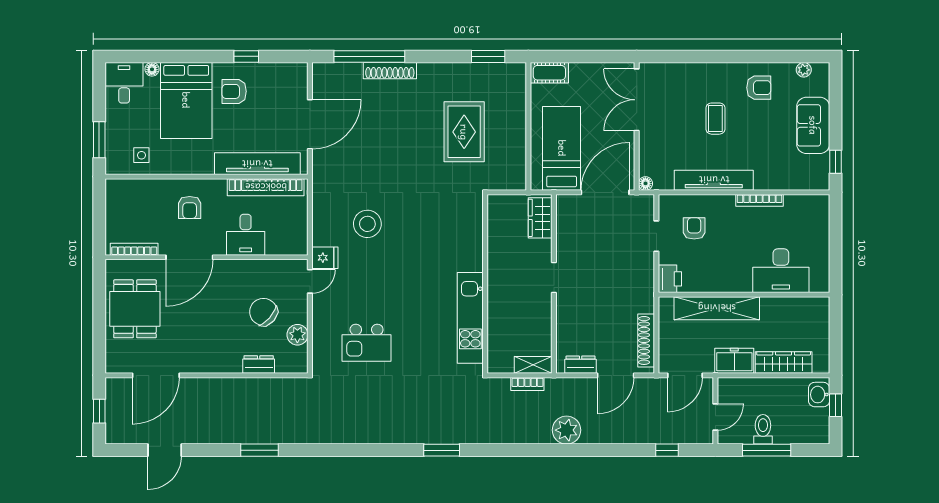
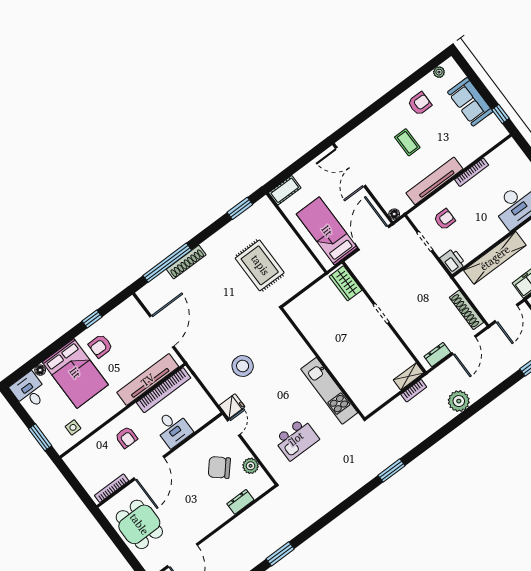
armchair: (694, 228) -> (444, 219), turned 90
wall: (485, 284) -> (323, 363), moved
kitchen unit: (470, 318) -> (329, 391), moved

